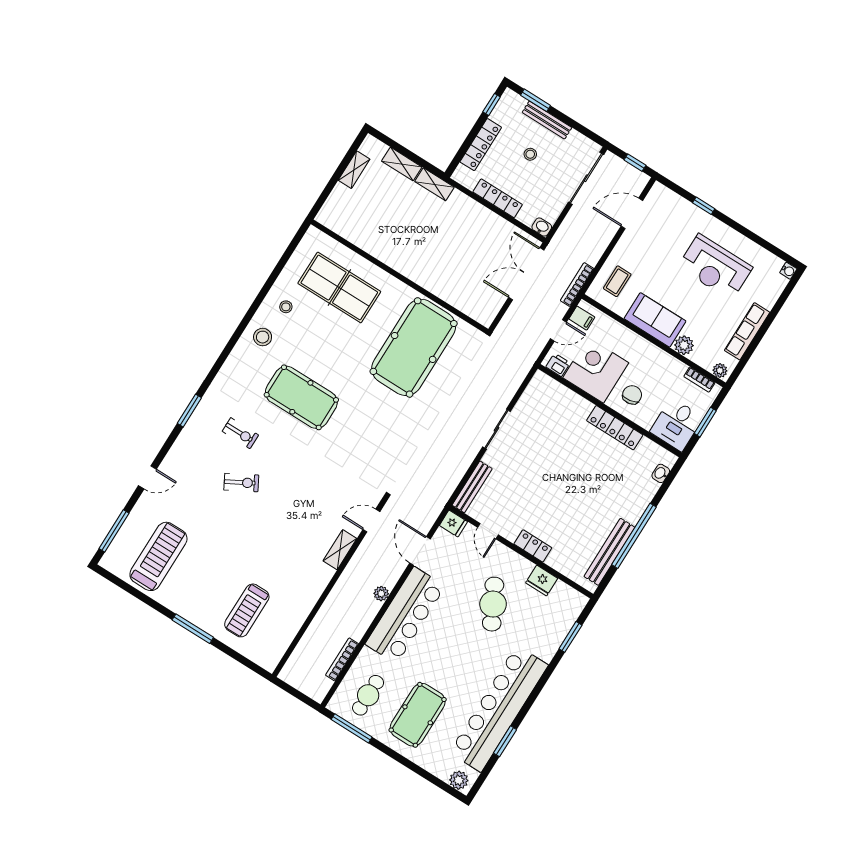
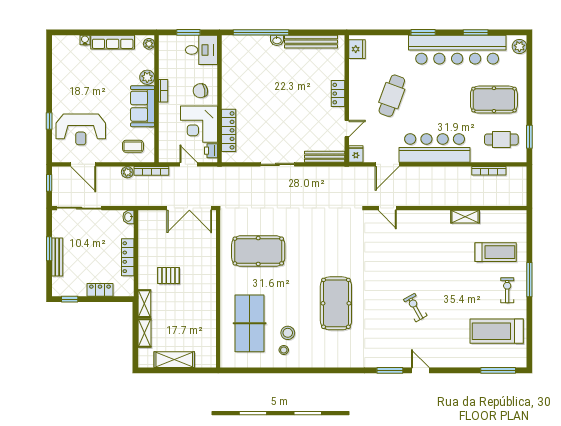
window: (536, 100) -> (49, 249), moved
locker: (481, 145) -> (100, 290), width x0.66
stool: (530, 154) -> (86, 254), removed
shelving: (354, 170) -> (174, 360), width x1.50, depth x1.33
pallet: (449, 231) -> (168, 275), added
reception desk: (715, 267) -> (81, 129), moved, turned 90
water cooler: (788, 271) -> (85, 40), moved
double door: (526, 274) -> (189, 208), moved
filing cabinet: (582, 318) -> (171, 154), removed
stool: (263, 337) -> (288, 333), moved
pool table: (414, 347) -> (258, 251), width x0.73, depth x0.76
bookcase: (699, 380) -> (163, 91), moved
locker: (615, 428) -> (229, 130), moved
exercise bike: (240, 433) -> (507, 290), moved
washbasin: (661, 473) -> (277, 40), moved
door: (147, 477) -> (420, 370), moved
window: (634, 536) -> (261, 32), moved
shelving: (340, 550) -> (465, 217), moved
fridge: (542, 581) -> (357, 49), moved
plant: (381, 594) -> (127, 172), moved
cafe table: (493, 604) -> (392, 96), turned -42
window: (570, 637) -> (423, 32), moved
window: (352, 728) -> (529, 137), width x0.69

